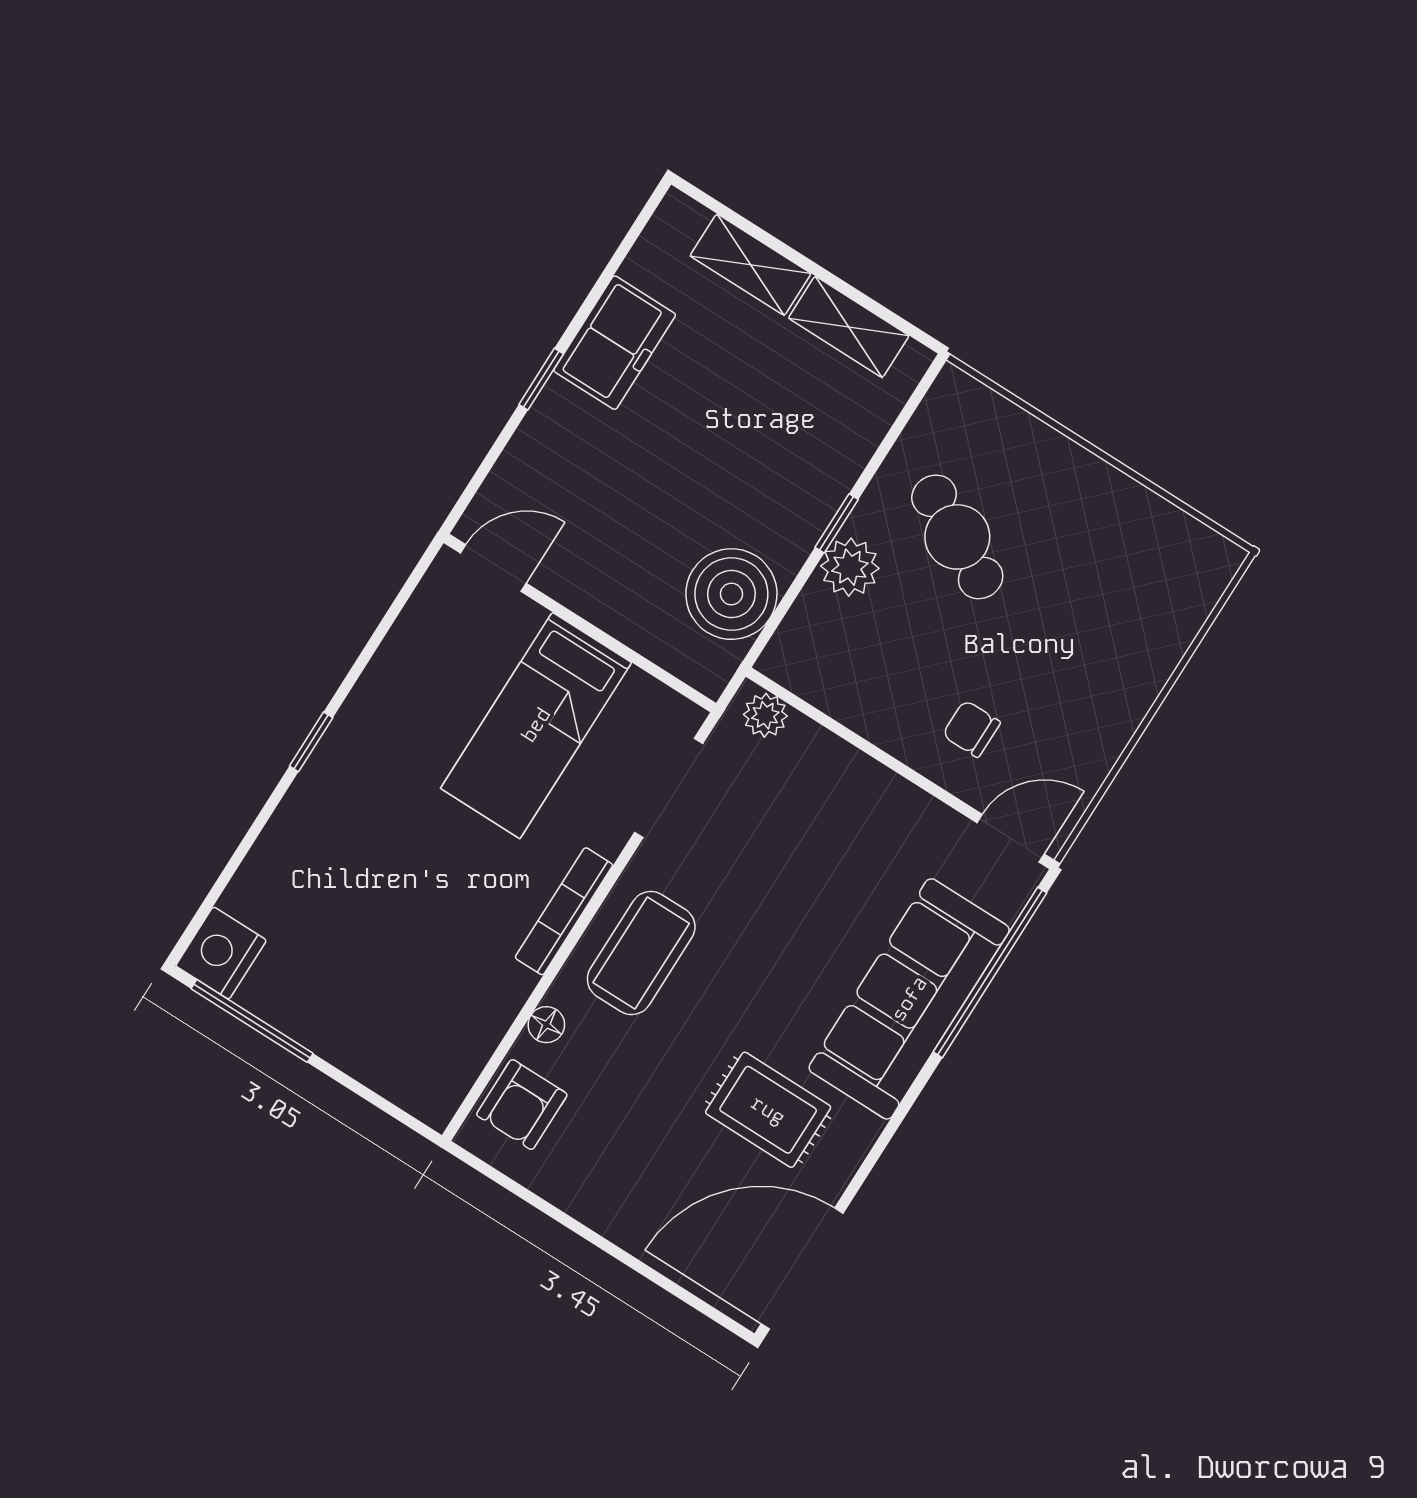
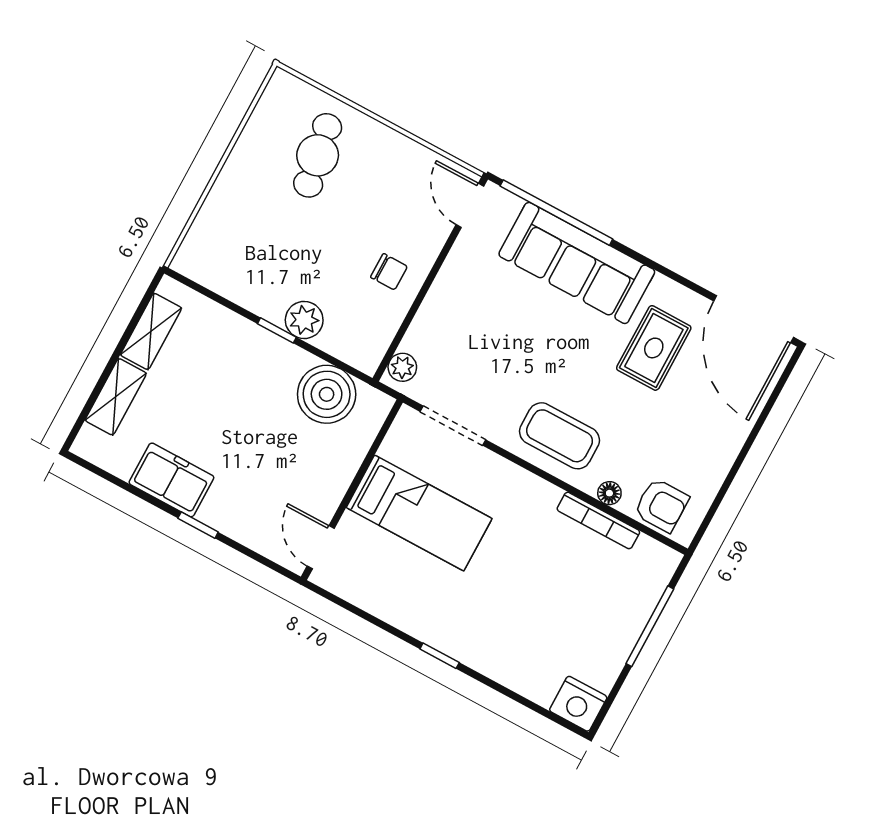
cafe table: (957, 537) -> (318, 155), moved, turned -38
chair: (971, 729) -> (389, 272), moved, turned -90
bookcase: (564, 911) -> (598, 520), moved
window: (252, 1021) -> (650, 626), moved

